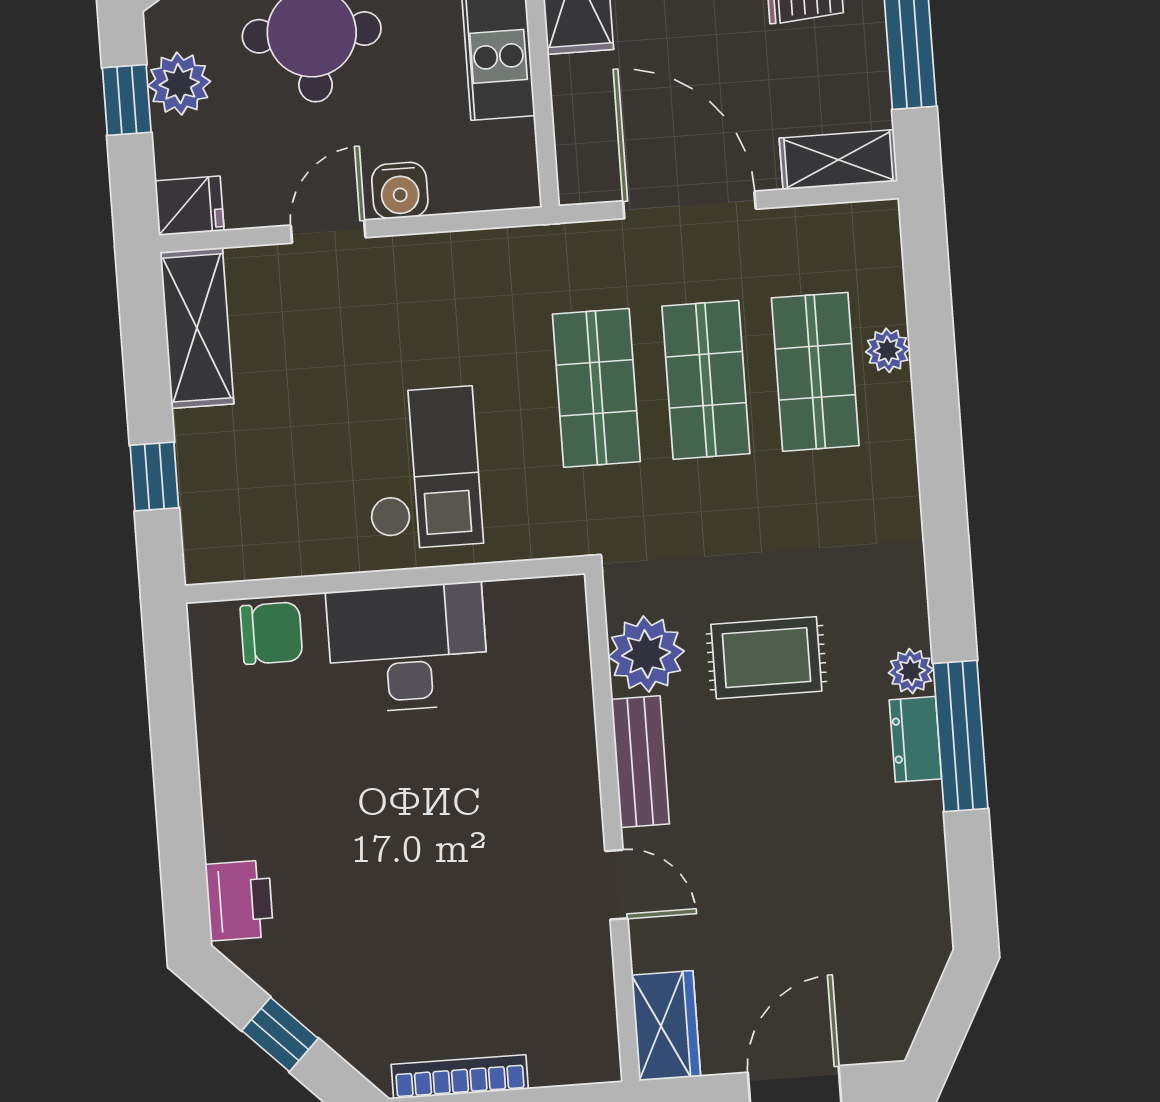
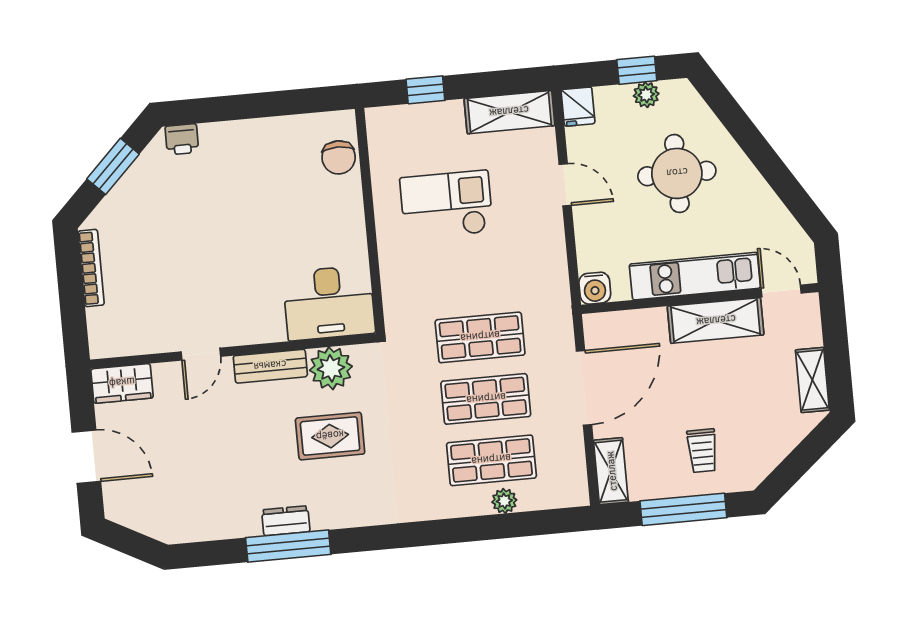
plant: (179, 84) -> (646, 95), width x0.73, depth x0.73
water cooler: (400, 191) -> (595, 288), moved, turned -90
checkout: (423, 468) -> (446, 205), moved, turned 180
desk: (408, 648) -> (329, 303), moved, turned 90
rug: (766, 658) -> (330, 436), turned 90
plant: (911, 671) -> (324, 517), removed
printer: (239, 900) -> (182, 139), width x0.73, depth x0.81
window: (280, 1034) -> (113, 166), width x1.50

